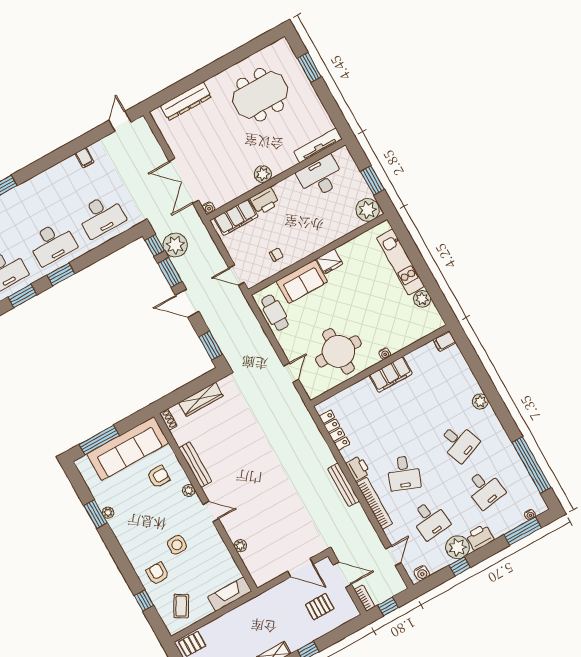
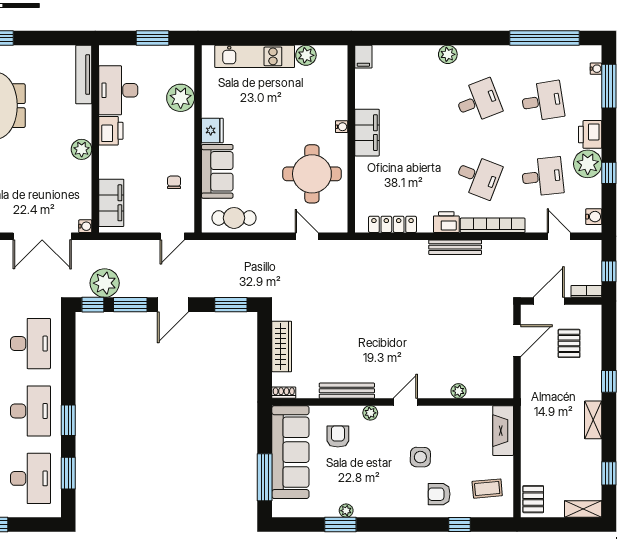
printer: (265, 201) -> (111, 131), moved
plant: (368, 210) -> (181, 98), moved
coffee table: (181, 606) -> (487, 489), turned -35

